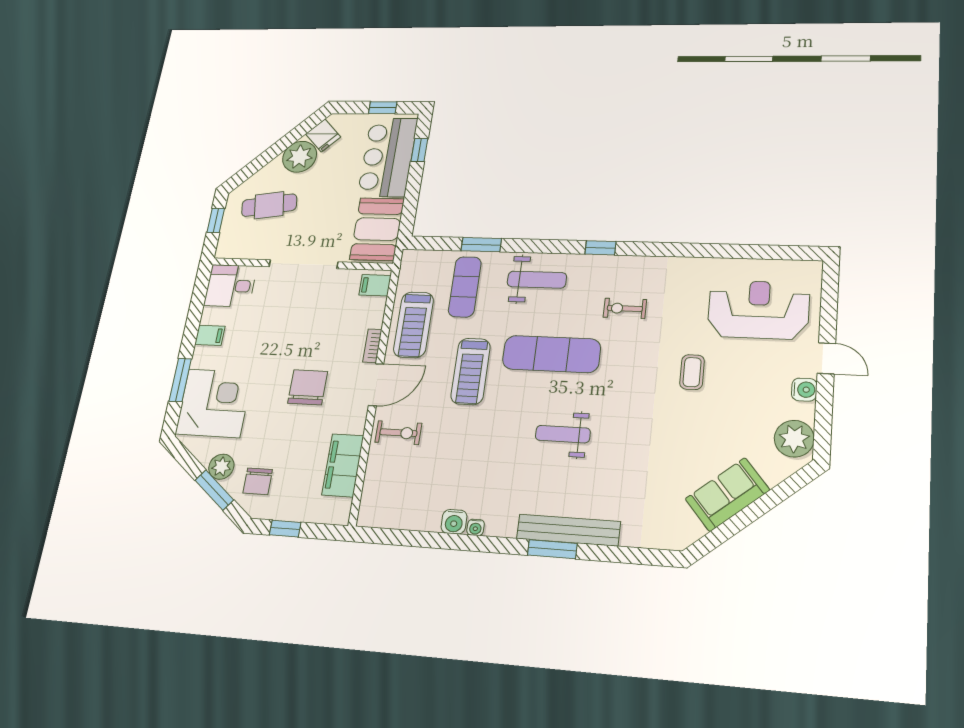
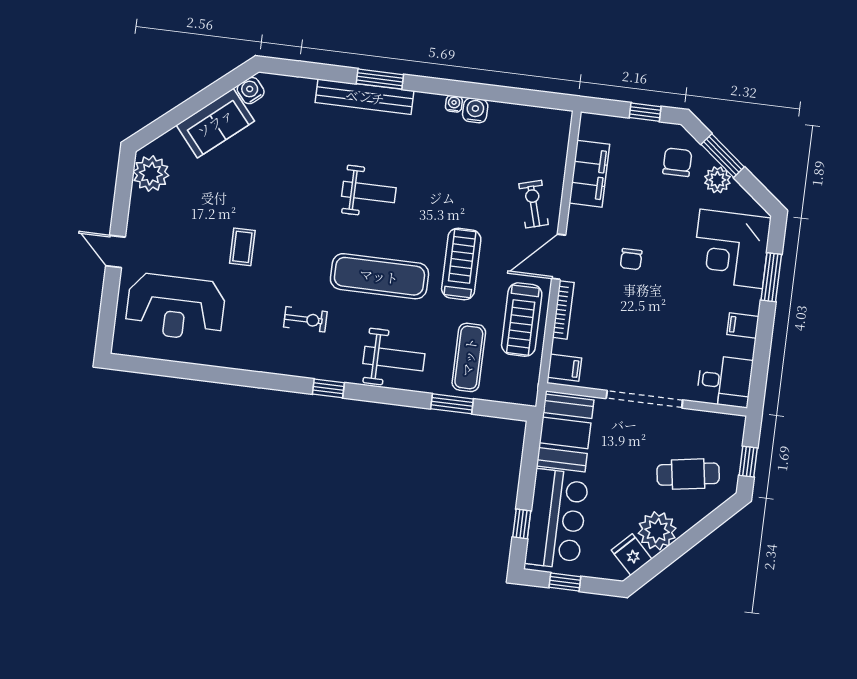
weight bench: (537, 280) -> (394, 359), turned 180
treadmill: (414, 325) -> (522, 320), turned 180
bookcase: (372, 346) -> (563, 310), width x1.56
chair: (308, 387) -> (631, 259), width x0.54, depth x0.54
water cooler: (804, 390) -> (251, 91), moved, turned 50
exercise bike: (398, 433) -> (534, 204), turned 74

